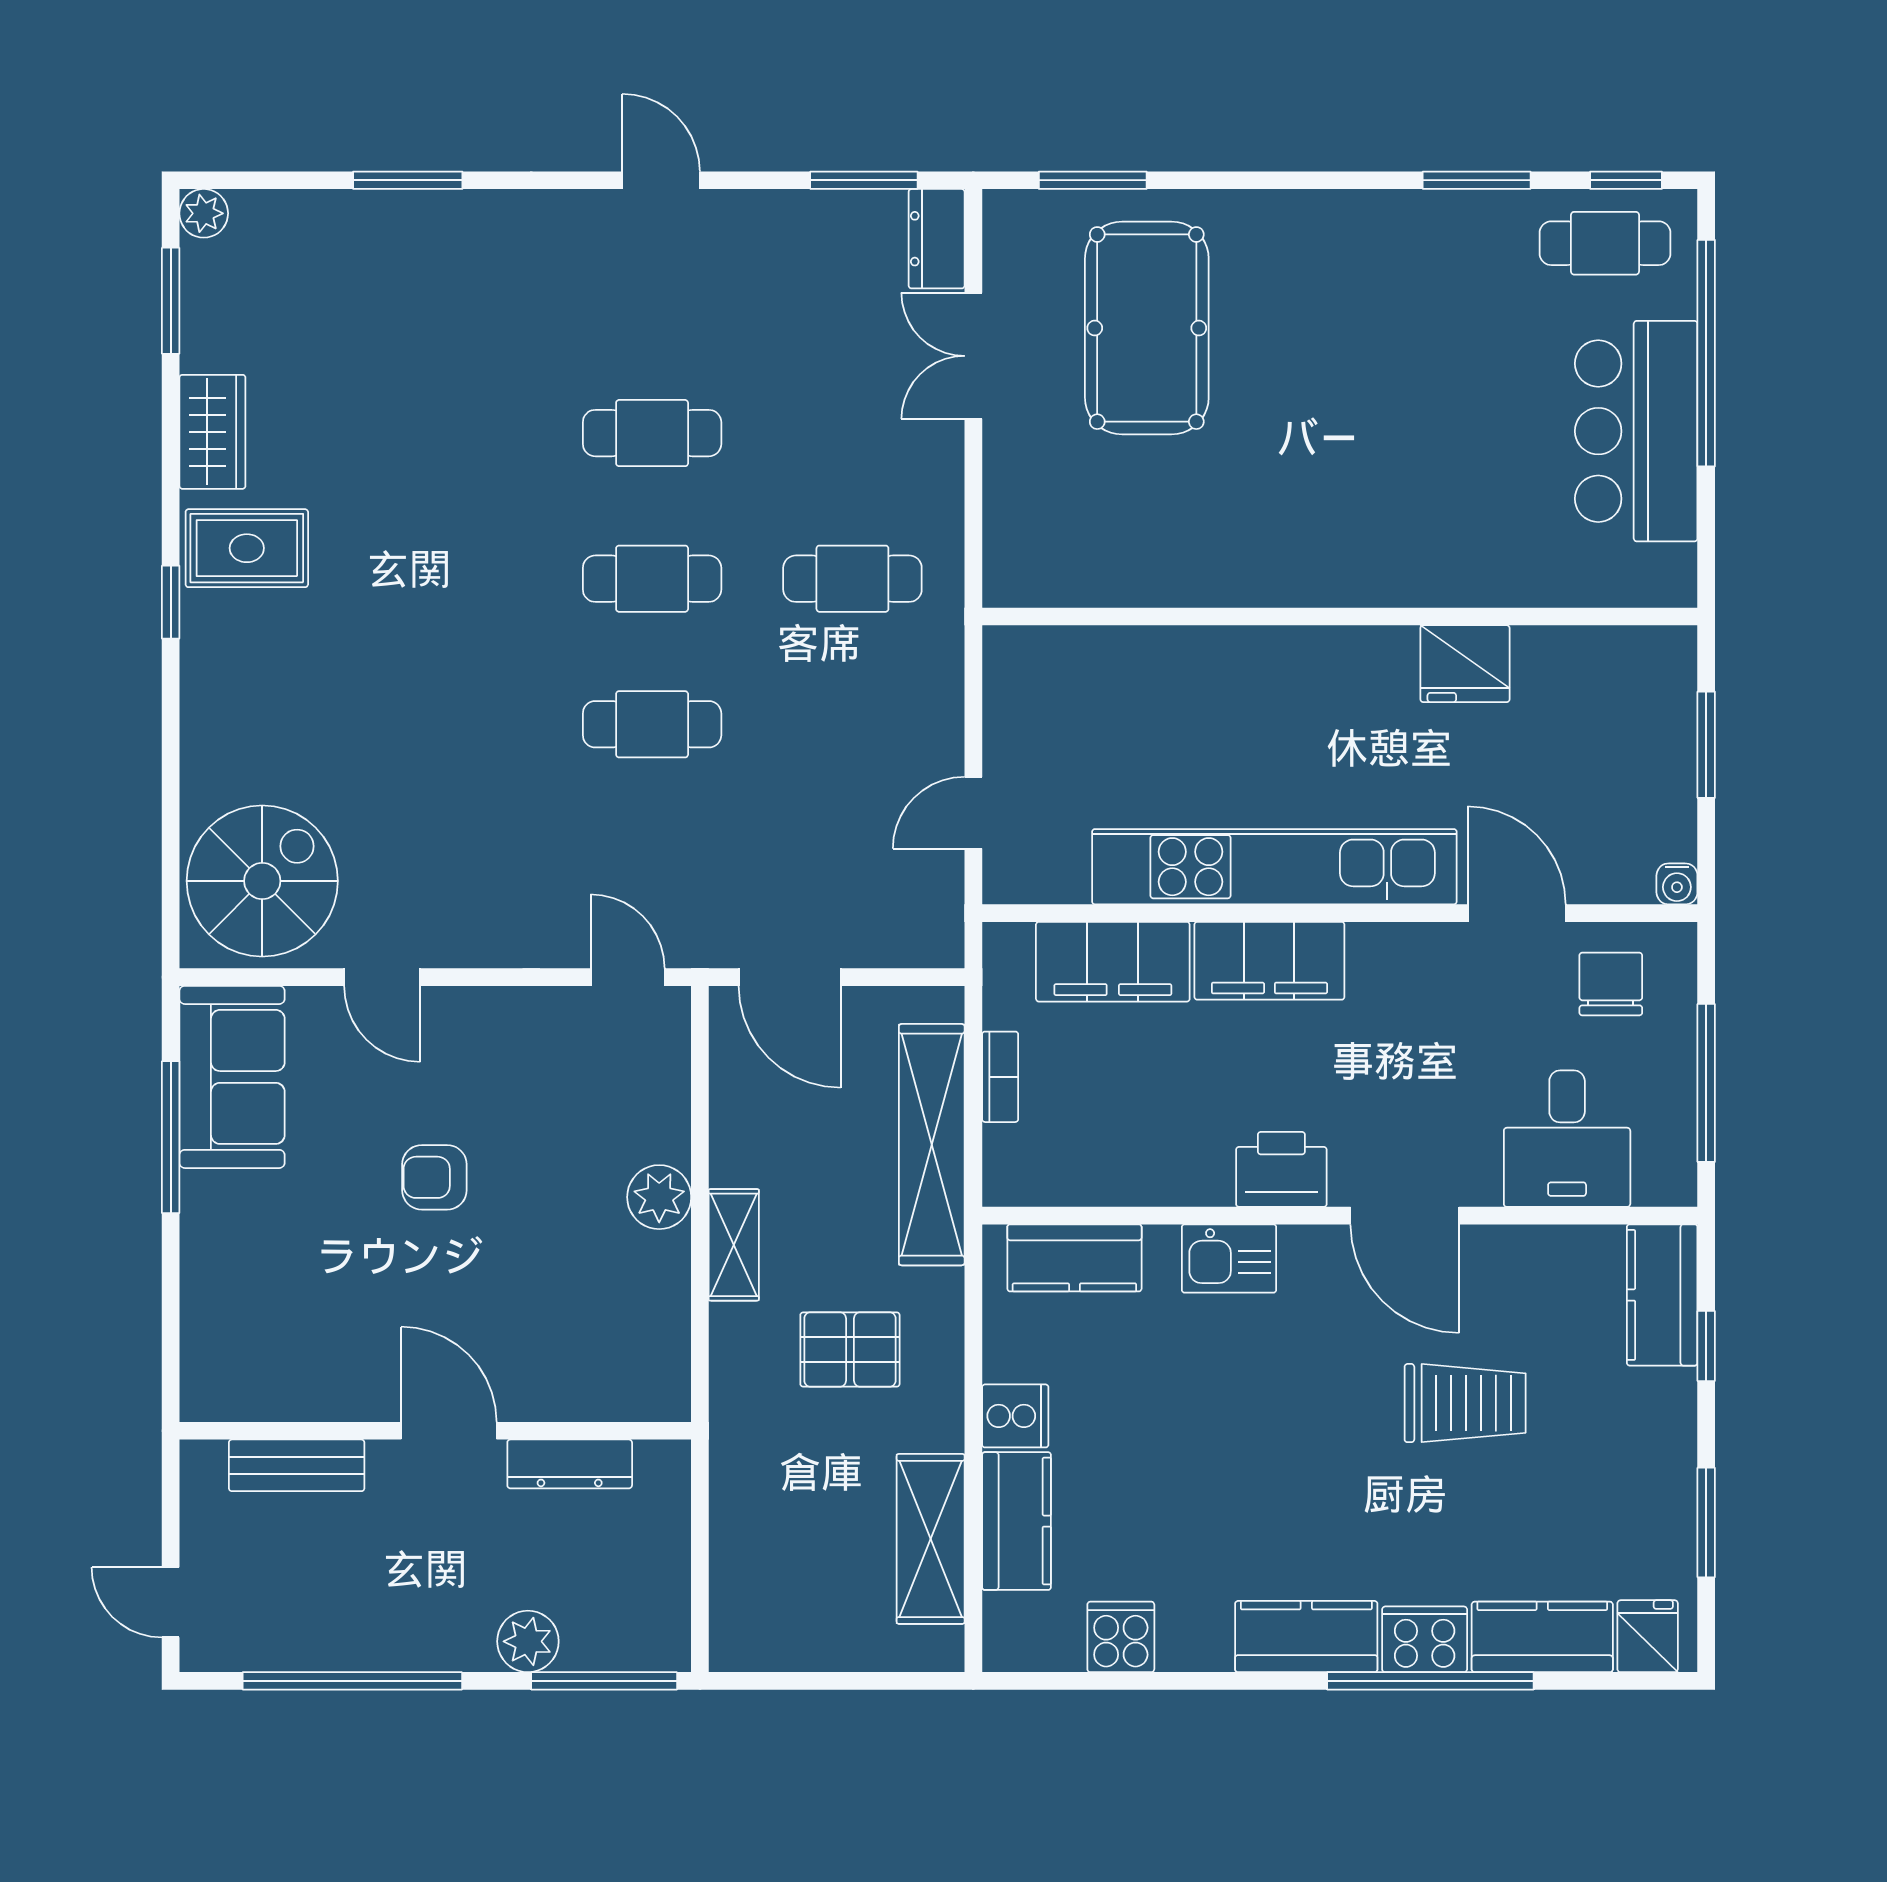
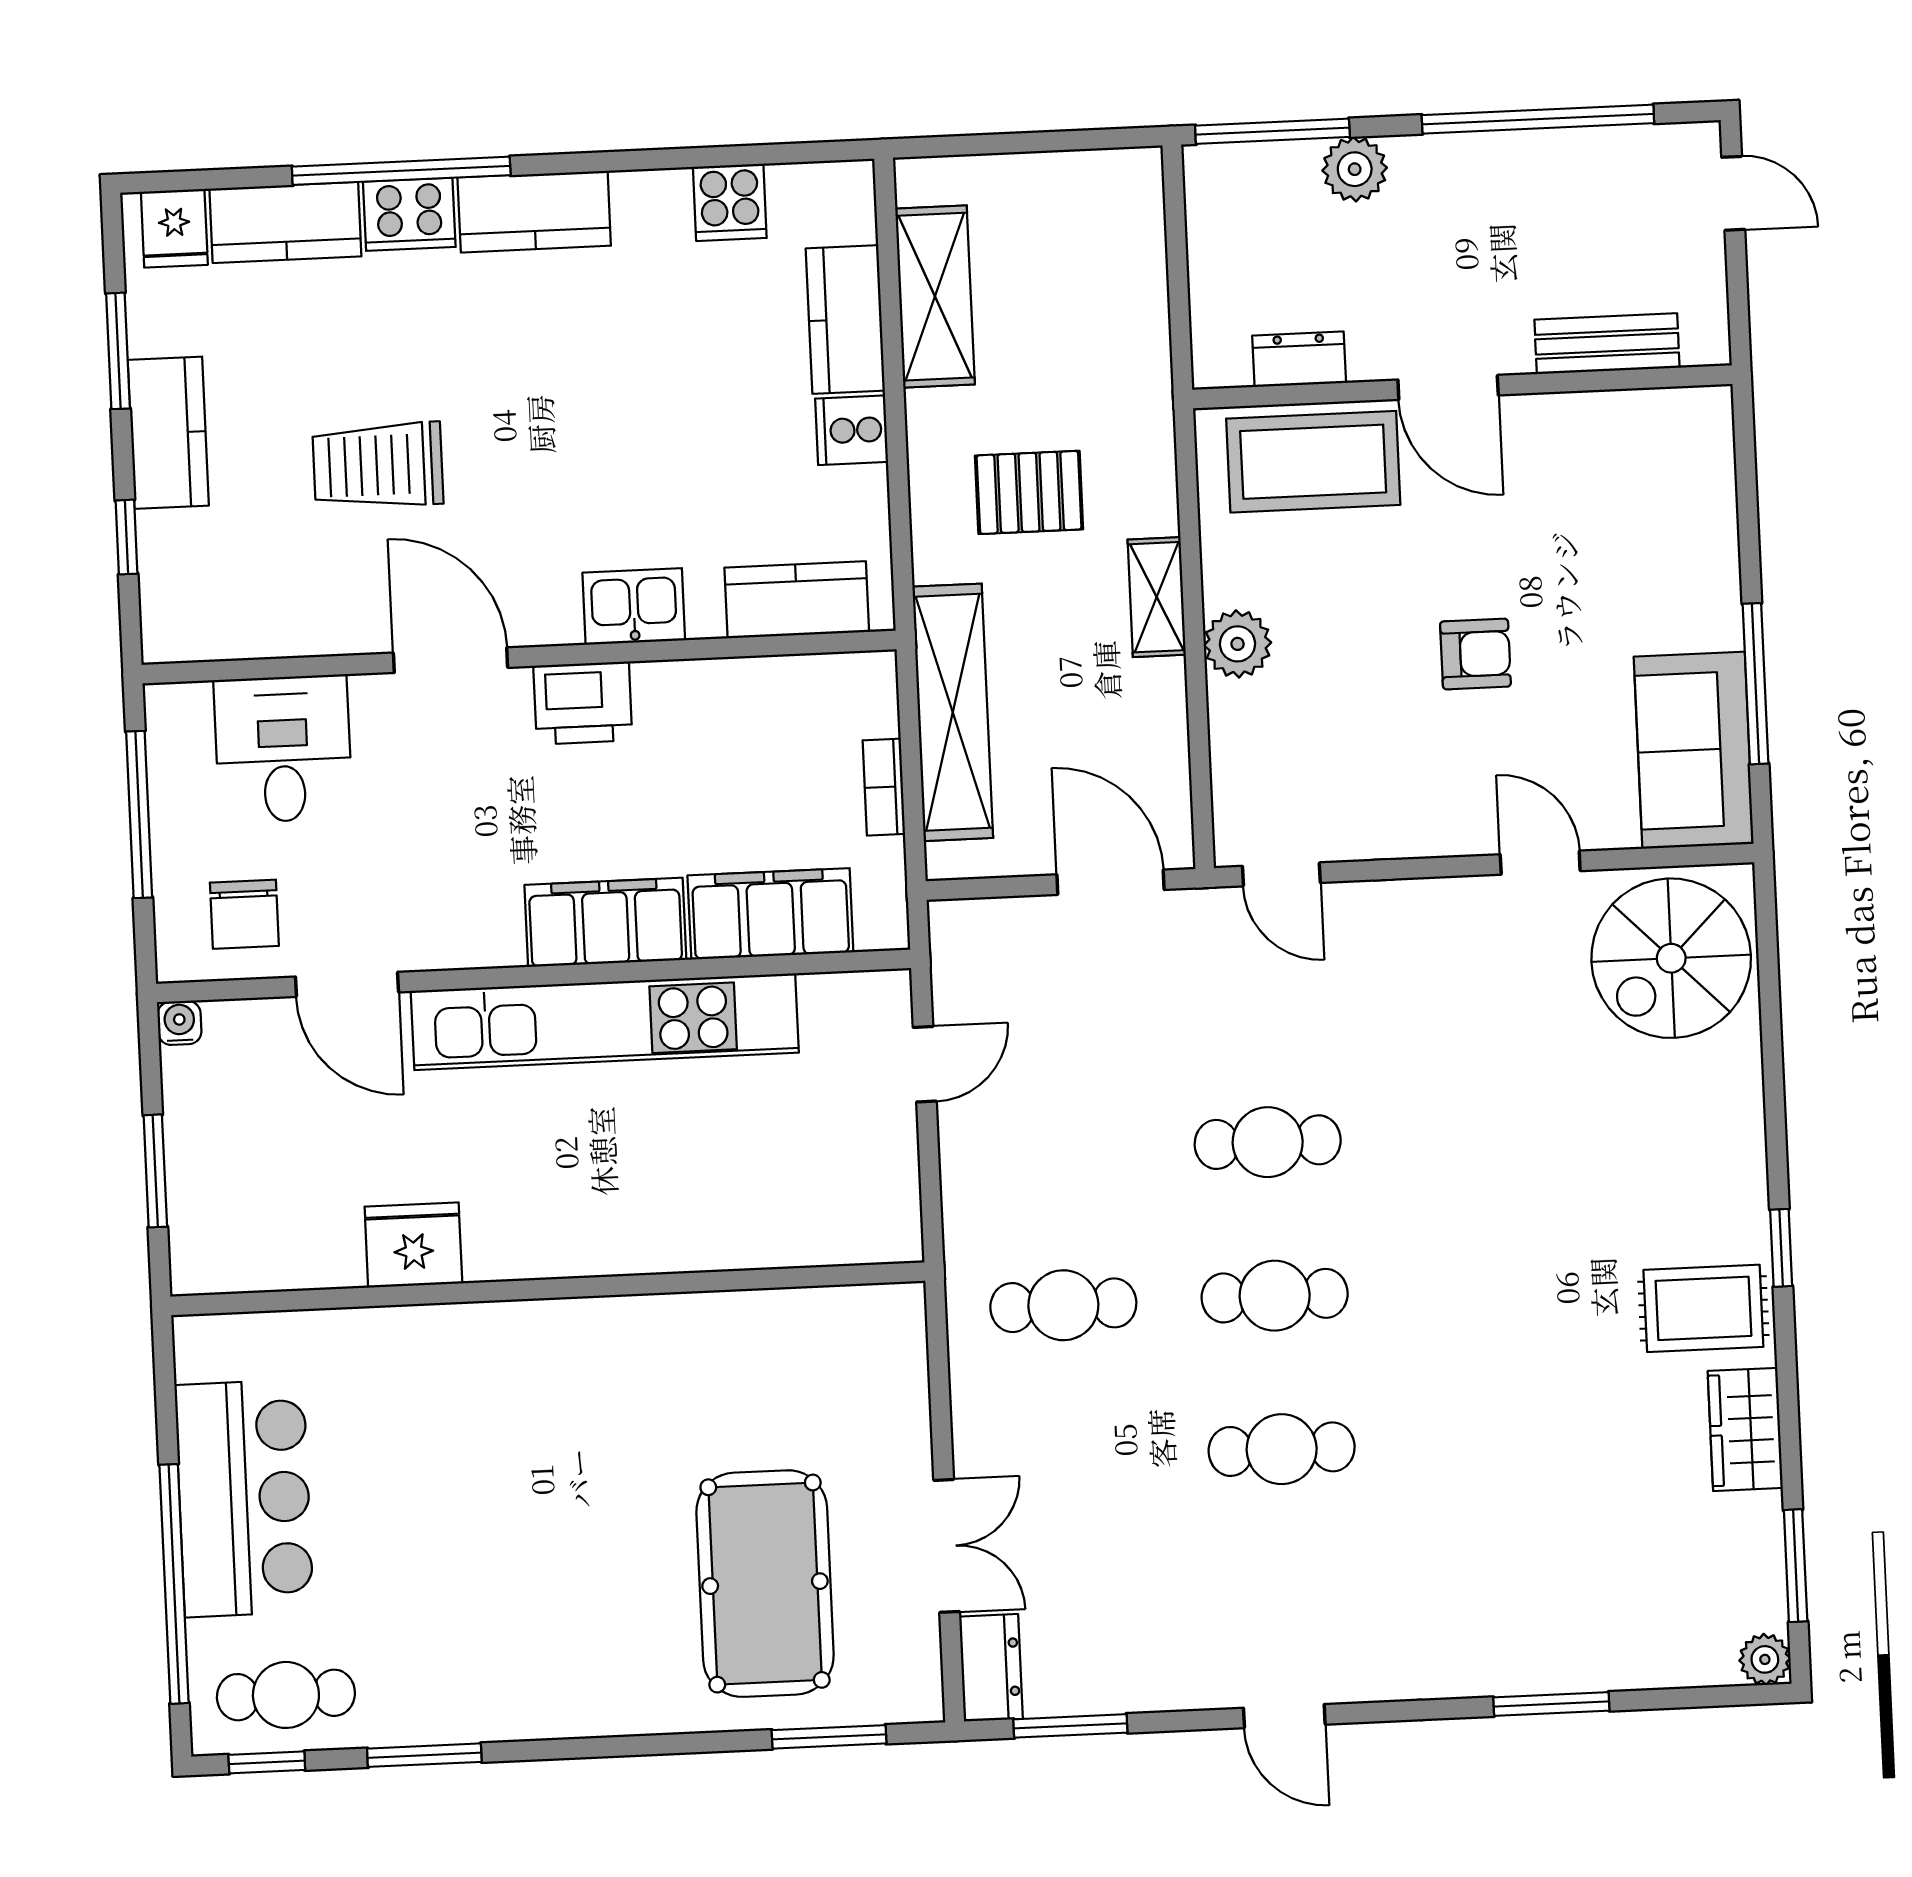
kitchen counter: (1662, 1295) -> (168, 433), moved
coffee table: (580, 1366) -> (1313, 462), added
dresser: (570, 1464) -> (1299, 359), width x0.70

